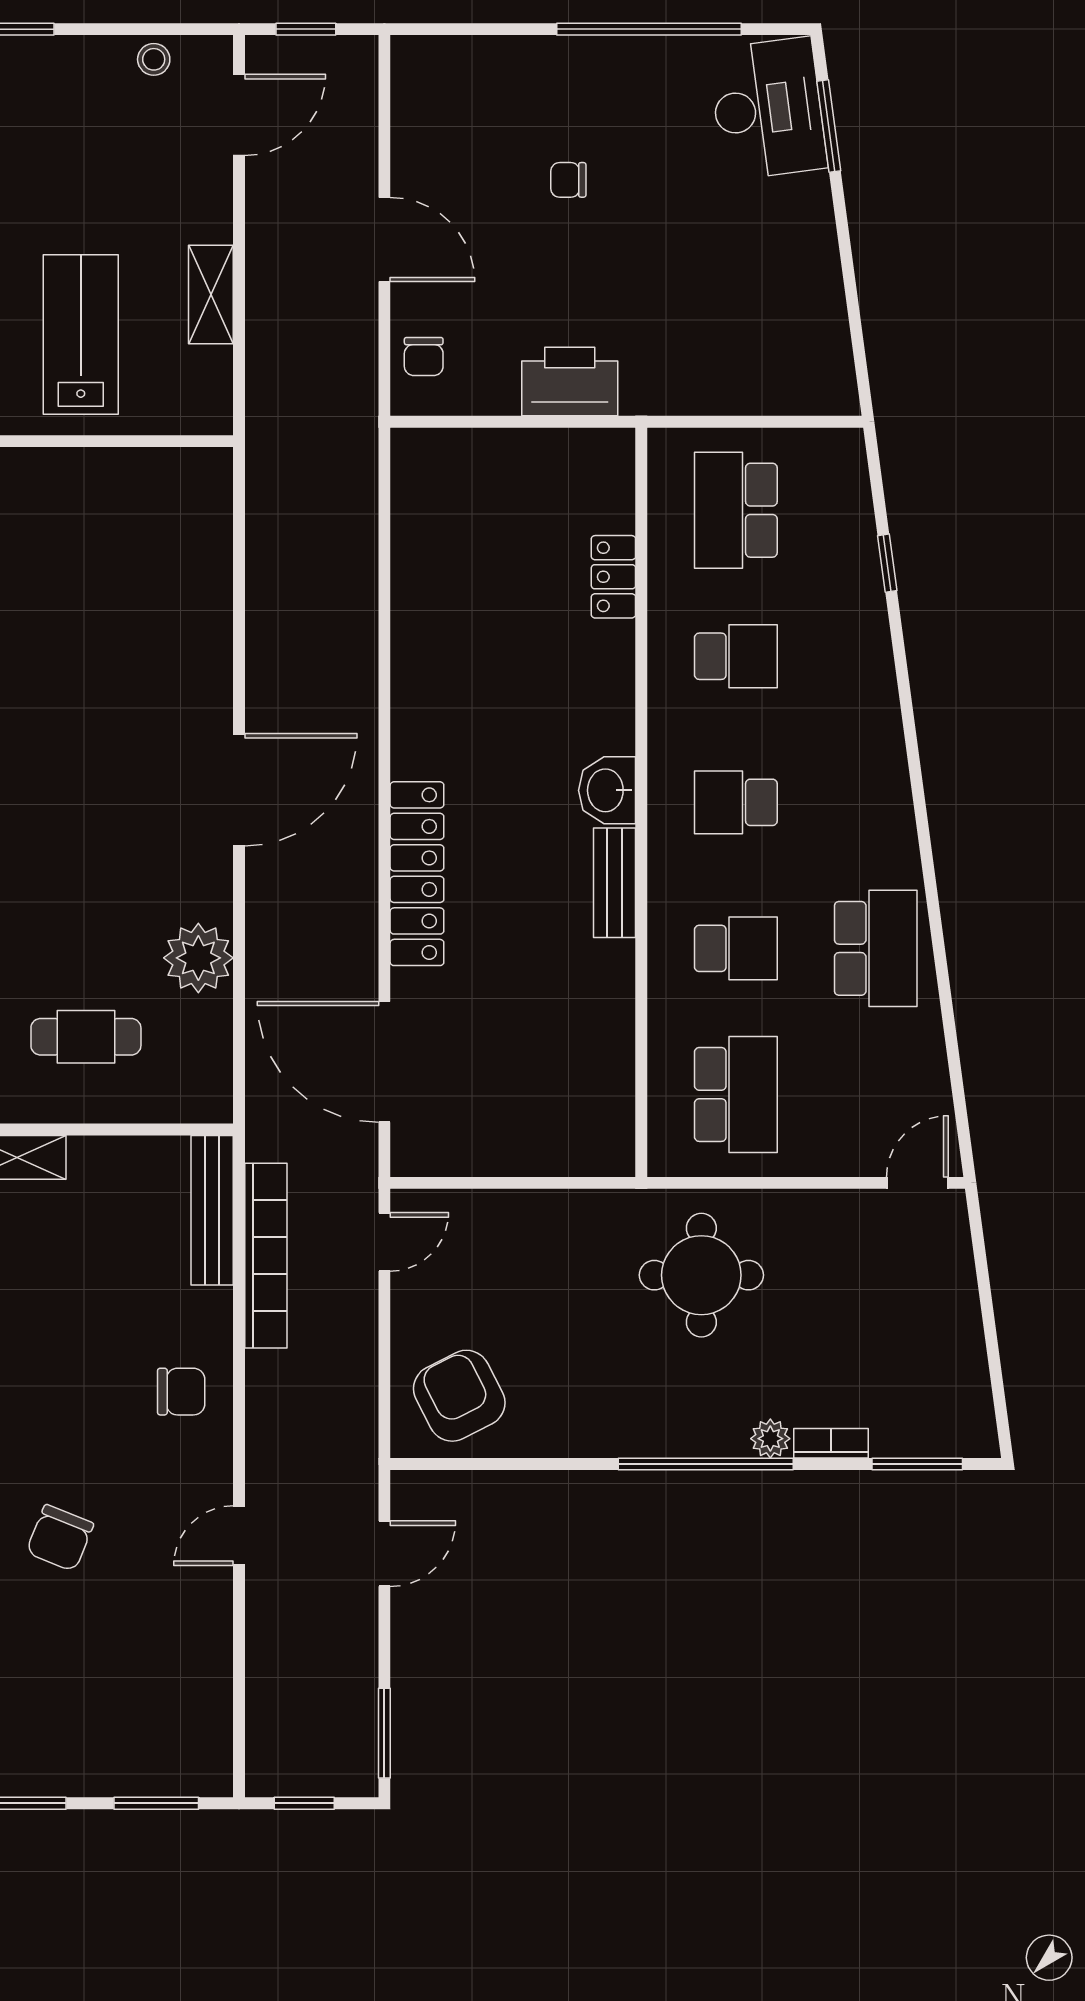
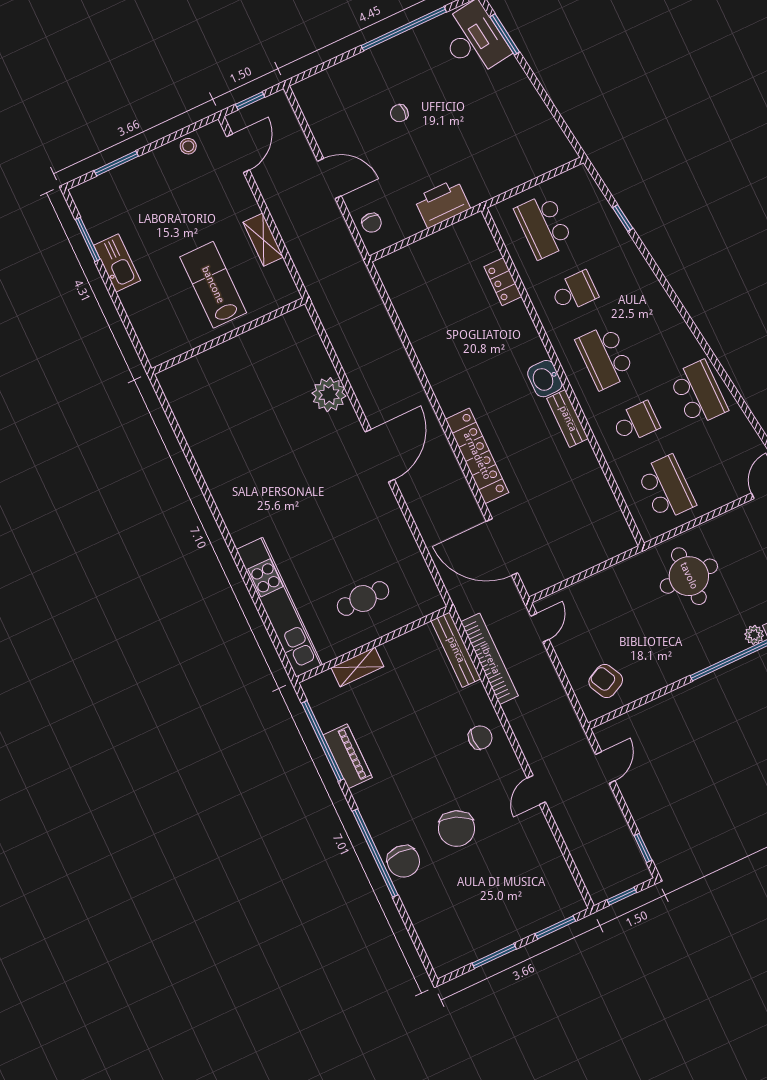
school desk: (736, 802) -> (605, 357), width x1.85
plant: (198, 958) -> (329, 395), moved
armchair: (459, 1396) -> (606, 681), width x0.72, depth x0.72
chair: (60, 1538) -> (457, 829), width x1.37, depth x1.37
window: (384, 1733) -> (643, 848), width x0.67

